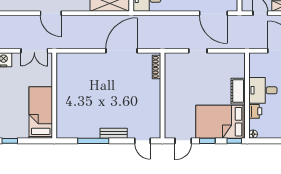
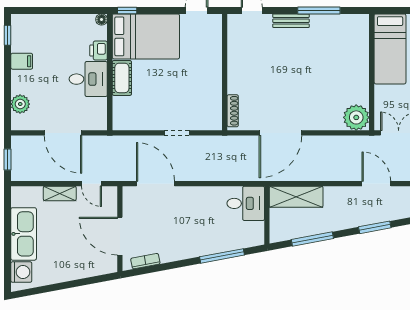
plant: (66, 62) -> (356, 117), added
window: (207, 141) -> (164, 10), removed

